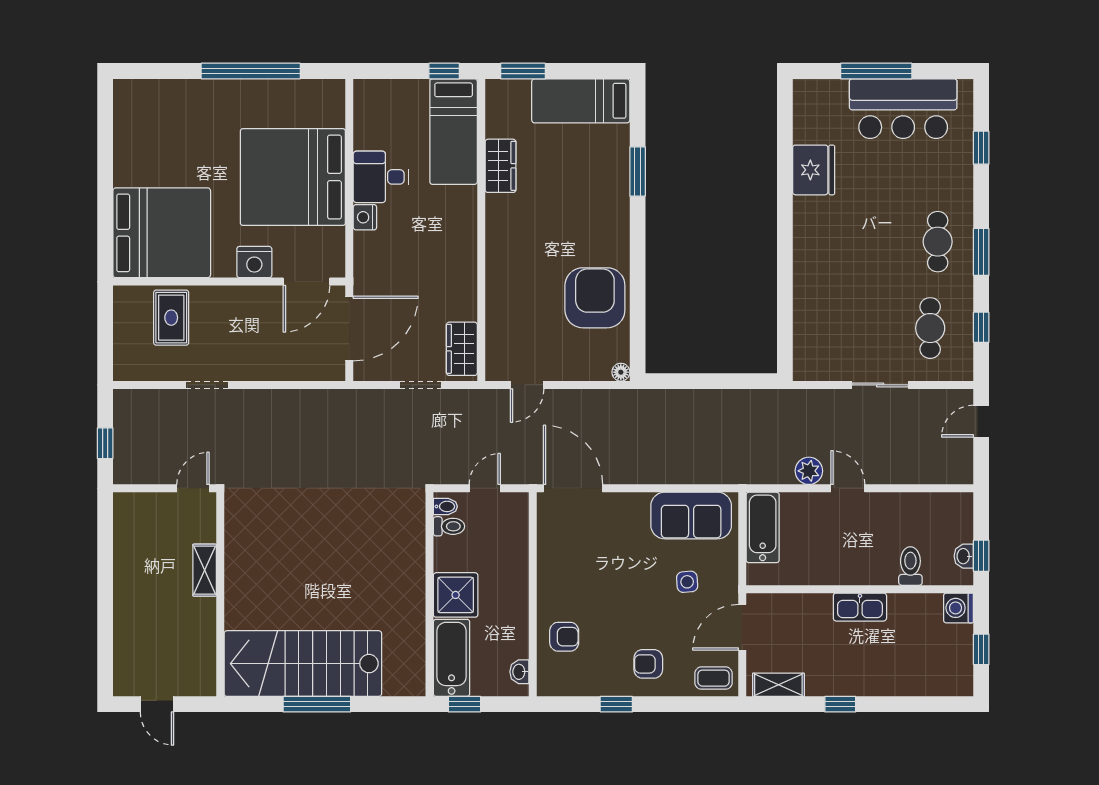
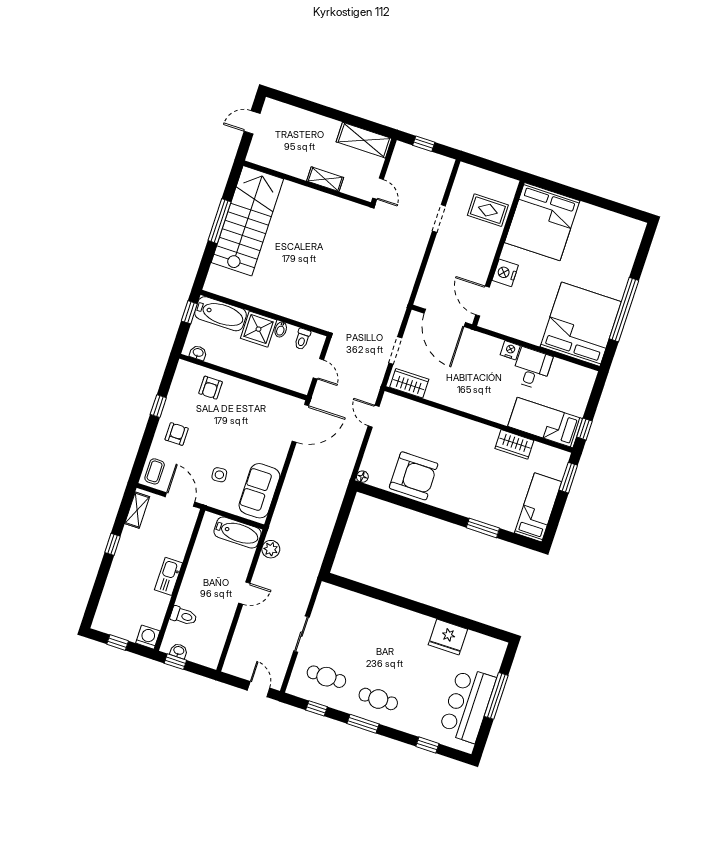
bed: (293, 177) -> (581, 324), moved
plant: (809, 471) -> (271, 549), moved
bidet: (445, 506) -> (281, 329), moved
shelving: (129, 532) -> (364, 140), added

